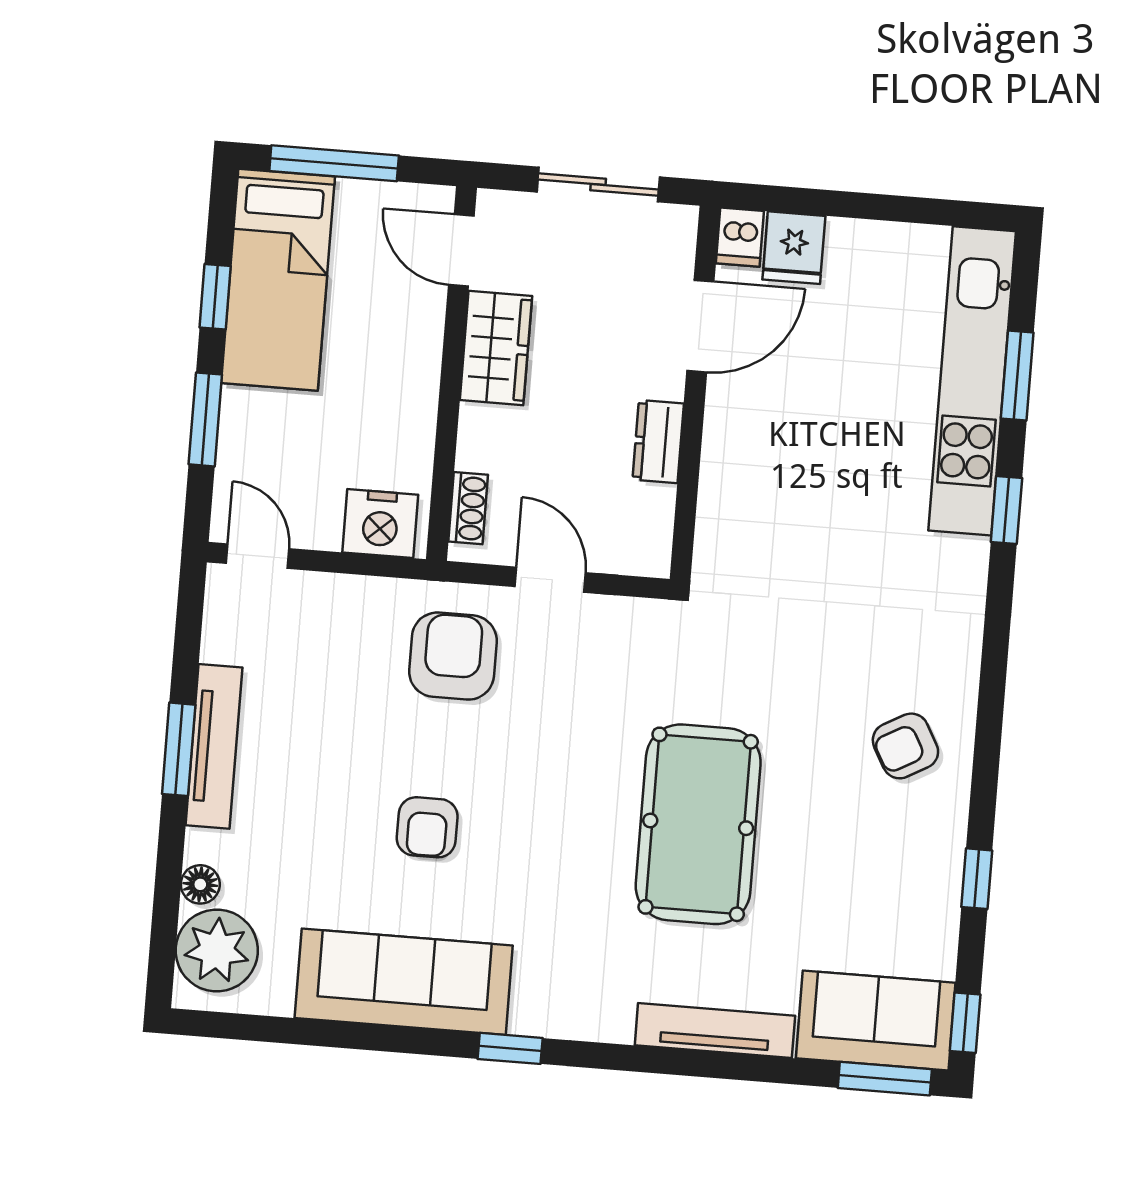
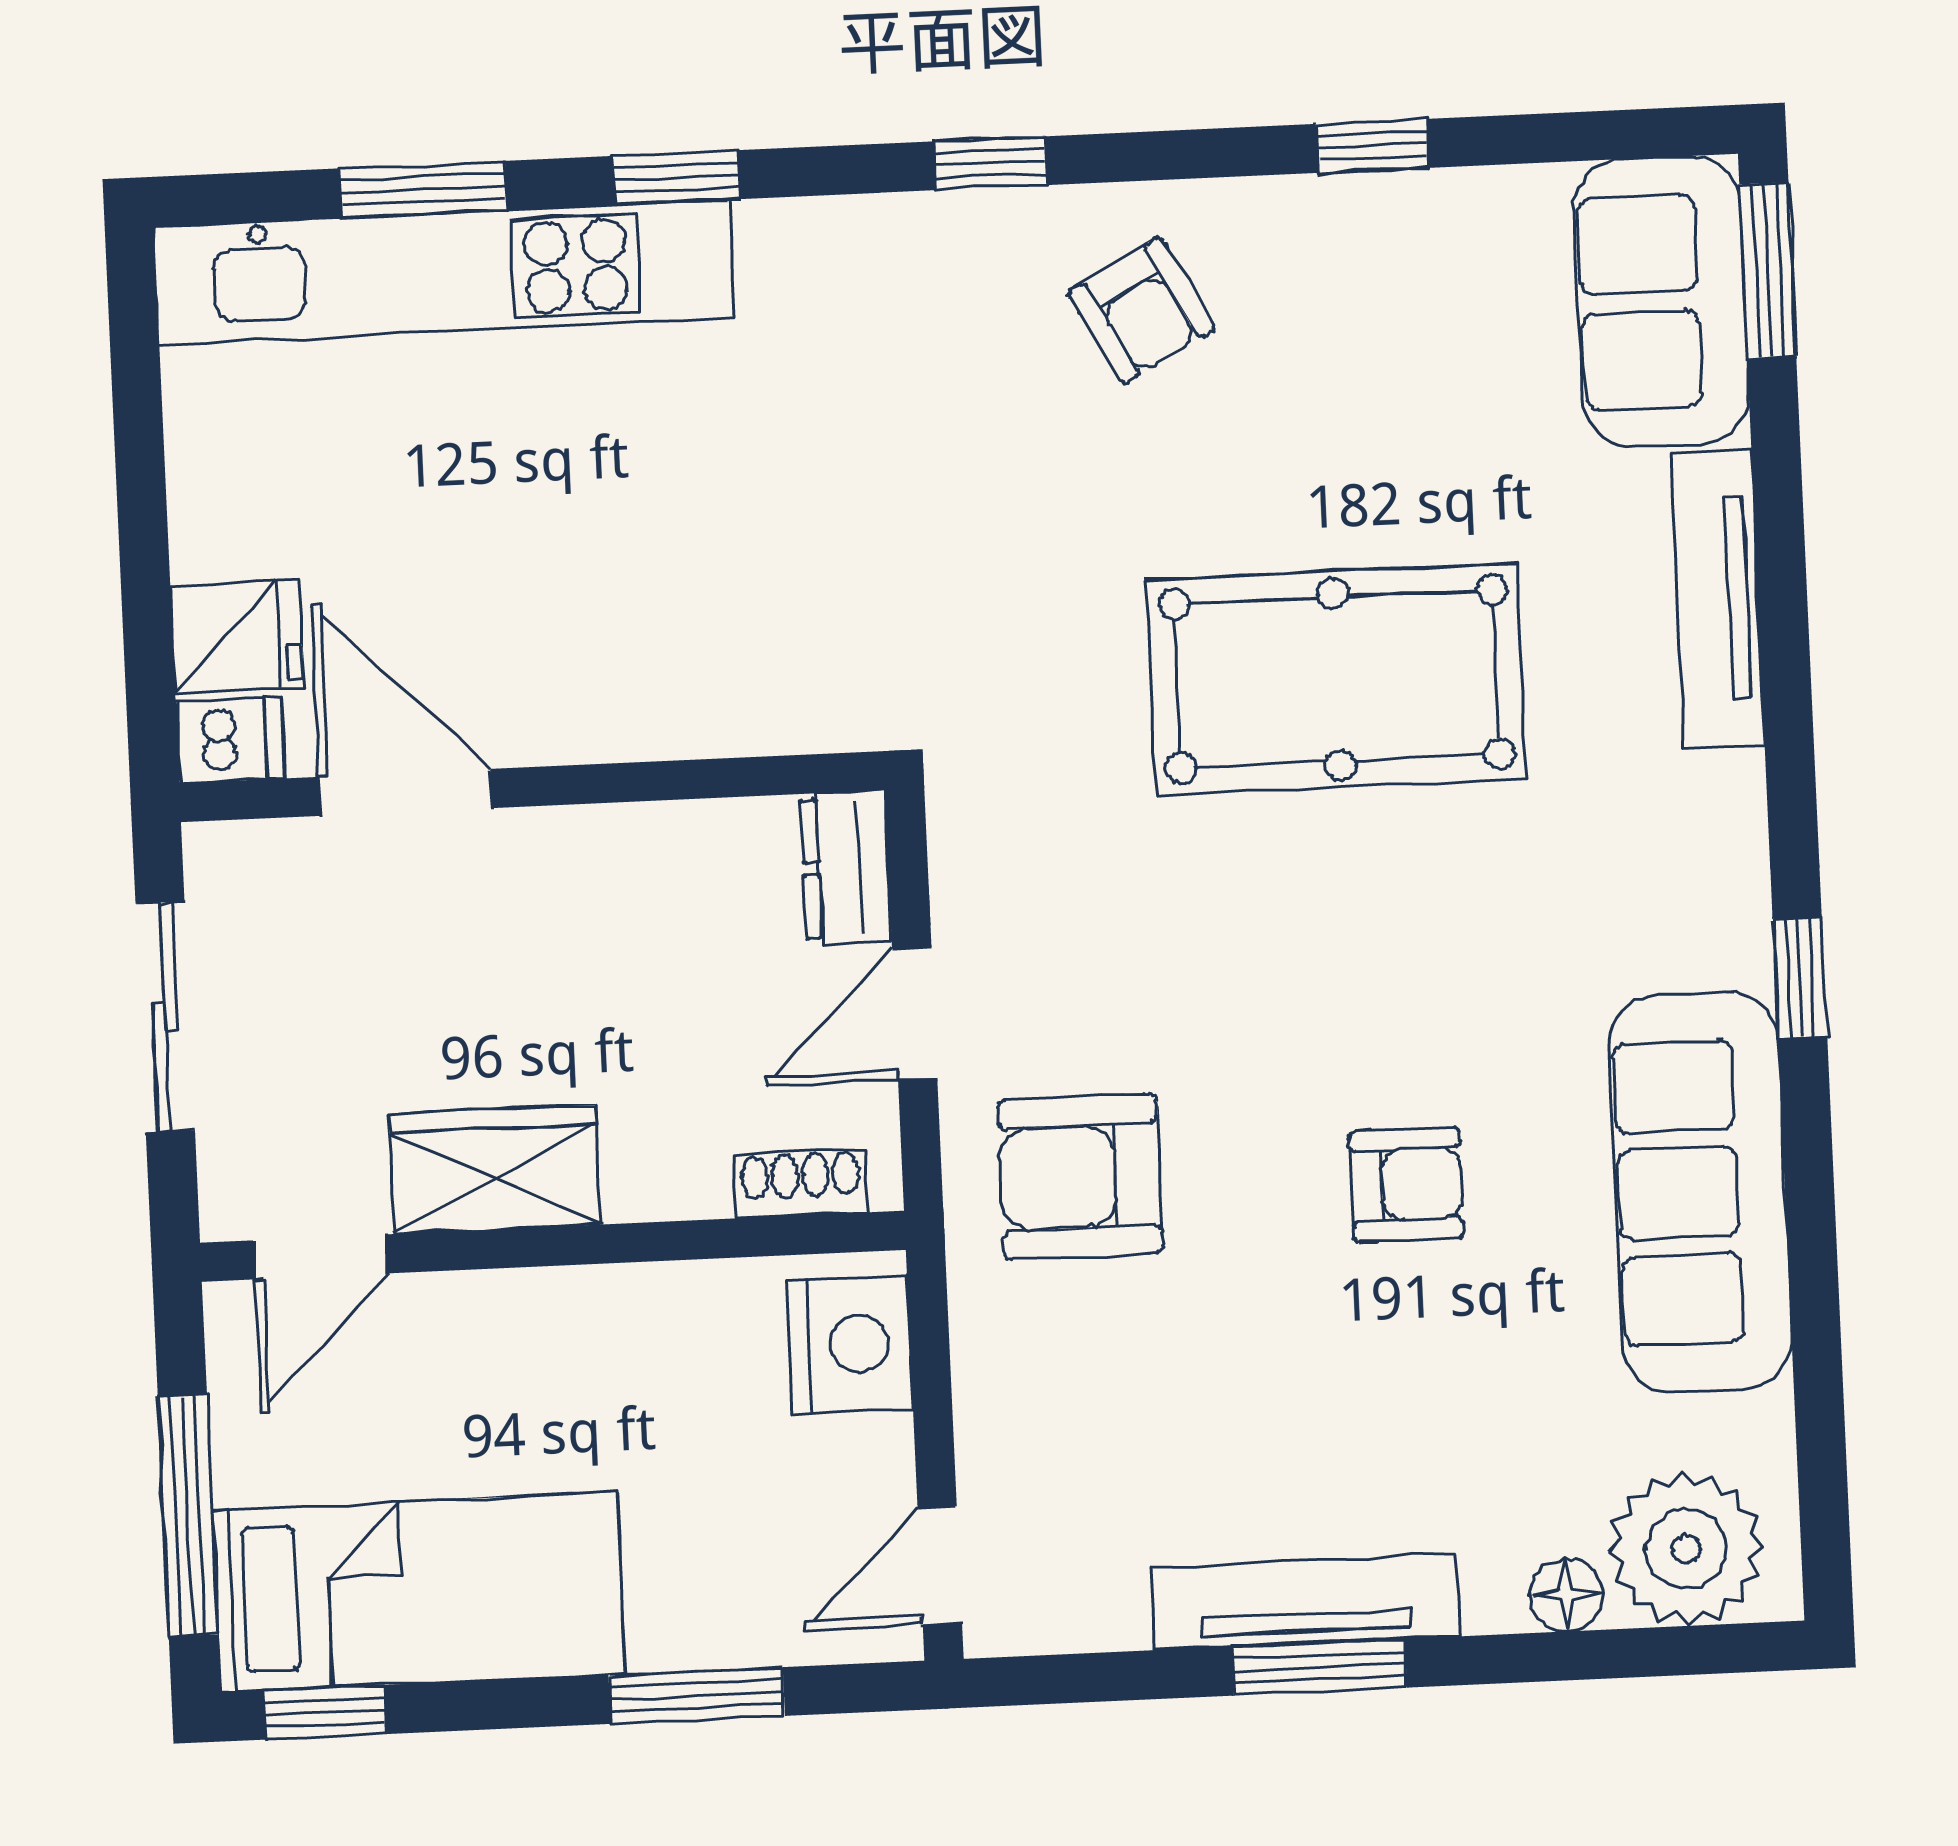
window: (215, 297) -> (325, 1712), moved
dresser: (658, 442) -> (846, 867), moved, turned 90
window: (965, 1023) -> (990, 163), moved

